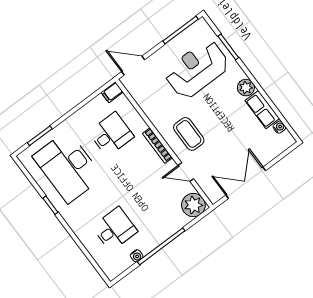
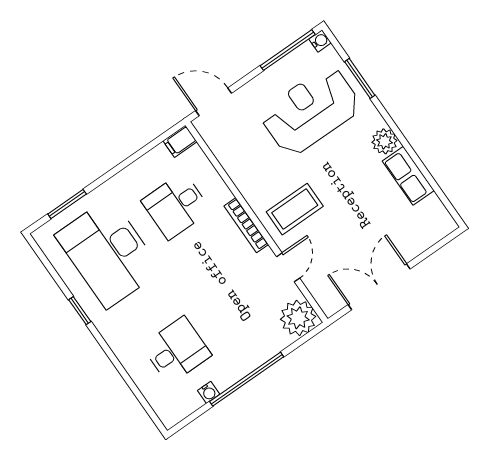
water cooler: (279, 127) -> (320, 41), moved
desk: (111, 134) -> (176, 206), turned 180
coffee table: (189, 134) -> (295, 209), turned 90
door: (186, 172) -> (288, 267), swing flipped

